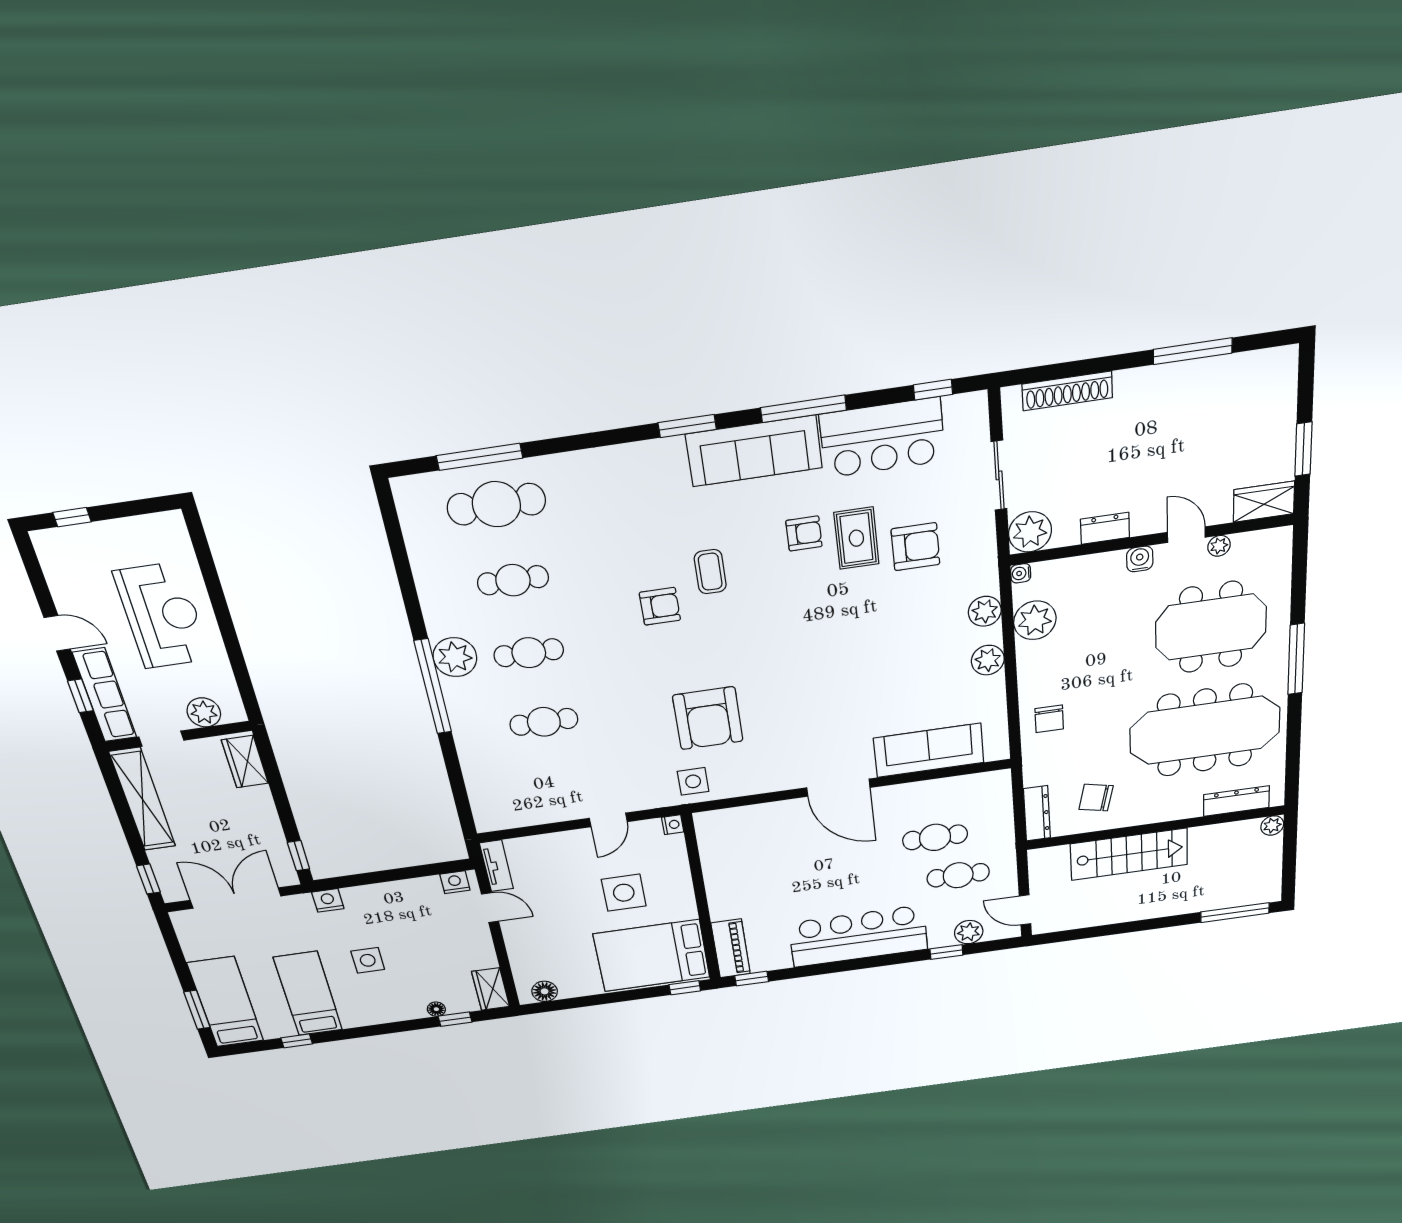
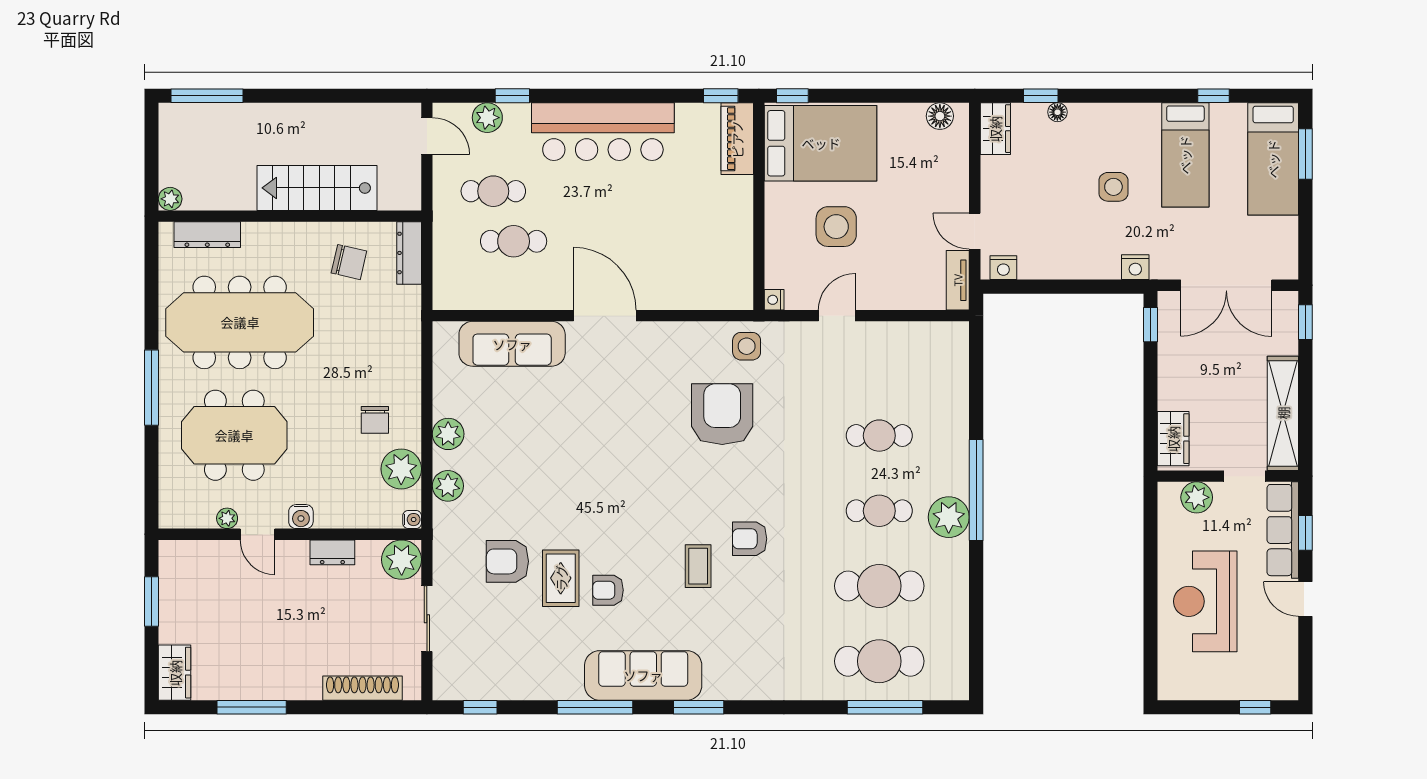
bar counter: (882, 438) -> (528, 670), removed
wardrobe: (1264, 502) -> (175, 673), moved, turned -90
cafe table: (513, 580) -> (879, 586), width x1.37, depth x1.35
chair: (1049, 719) -> (375, 420), moved, turned 180

